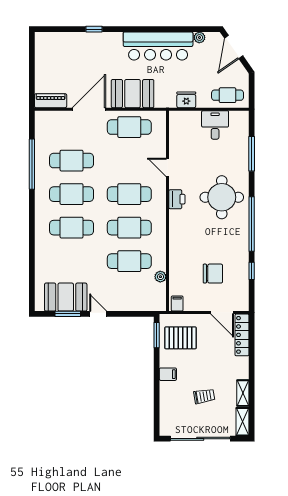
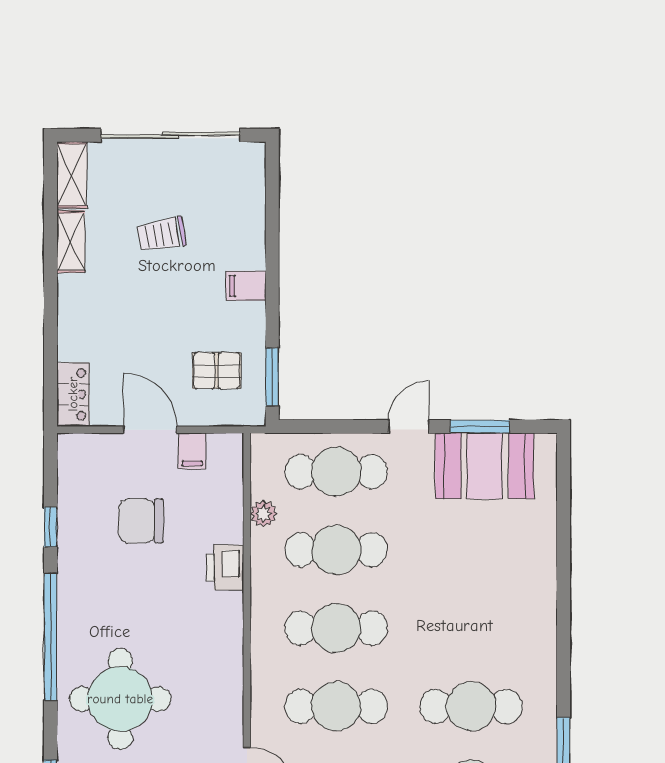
printer: (177, 199) -> (225, 567), moved
cafe table: (72, 228) -> (336, 472), moved
filing cabinet: (177, 304) -> (192, 451), moved
door: (222, 313) -> (150, 430), moved
door: (98, 314) -> (409, 427), swing flipped
locker: (242, 335) -> (73, 394), width x0.66
pallet: (181, 338) -> (217, 371), width x0.67, depth x0.71

